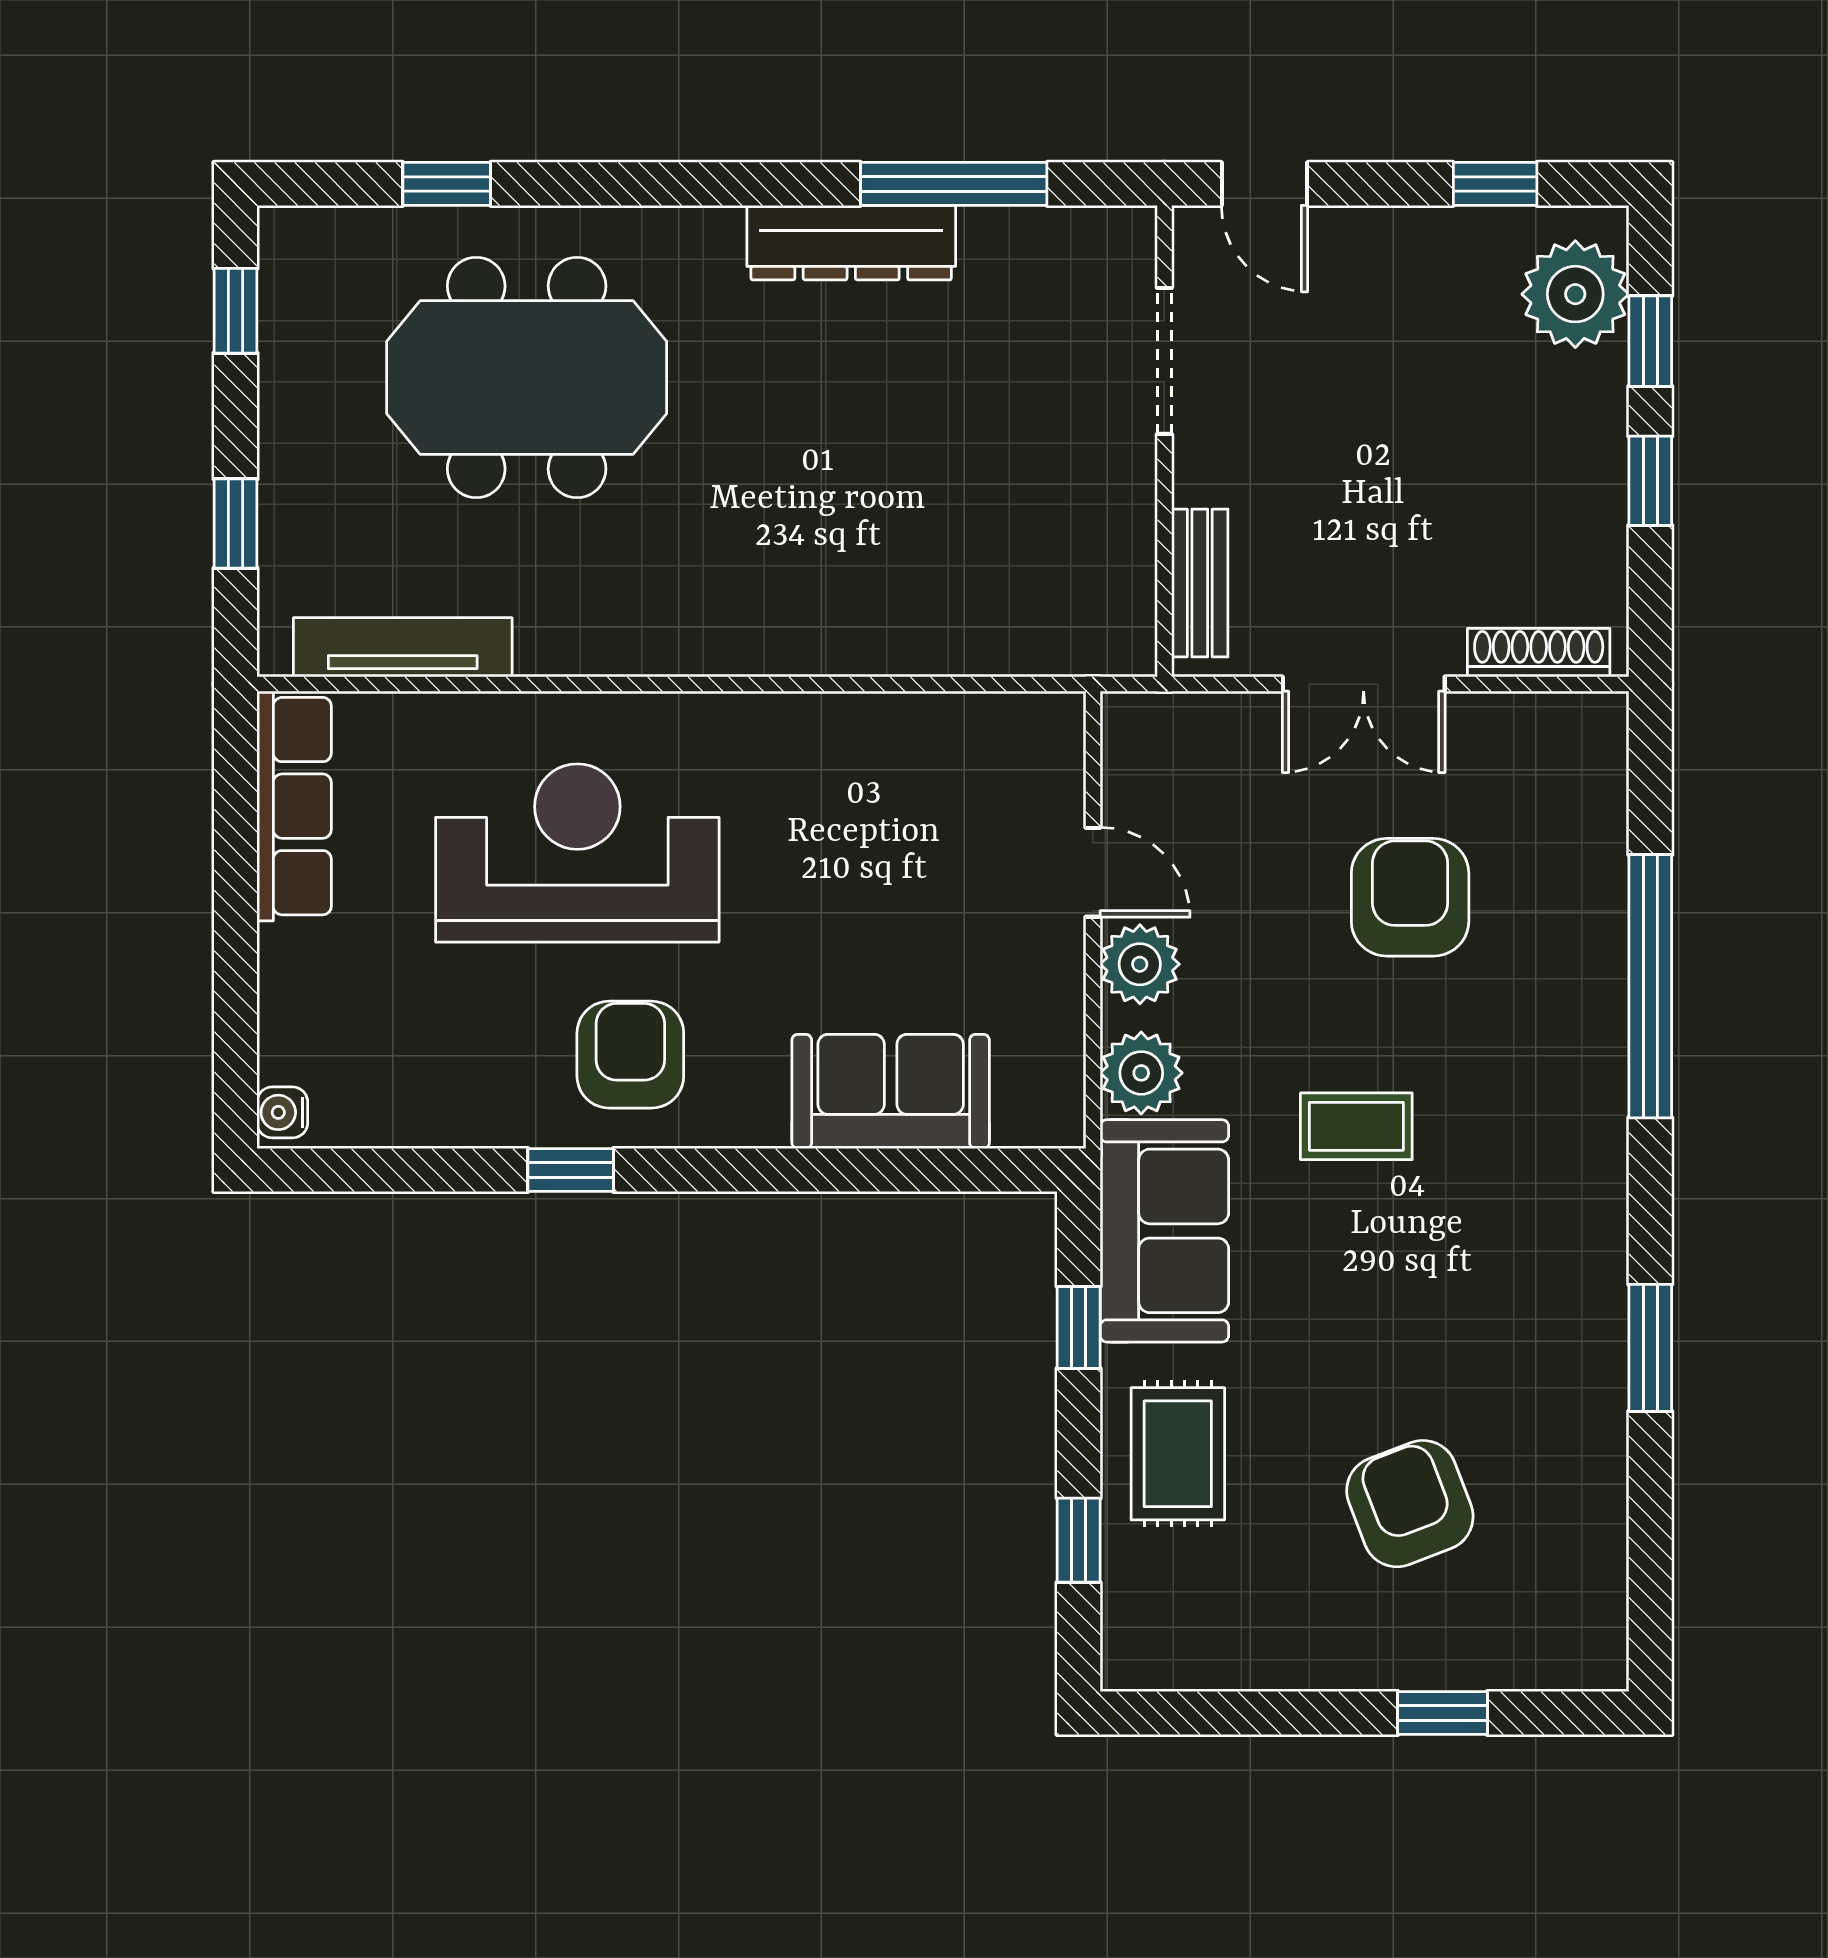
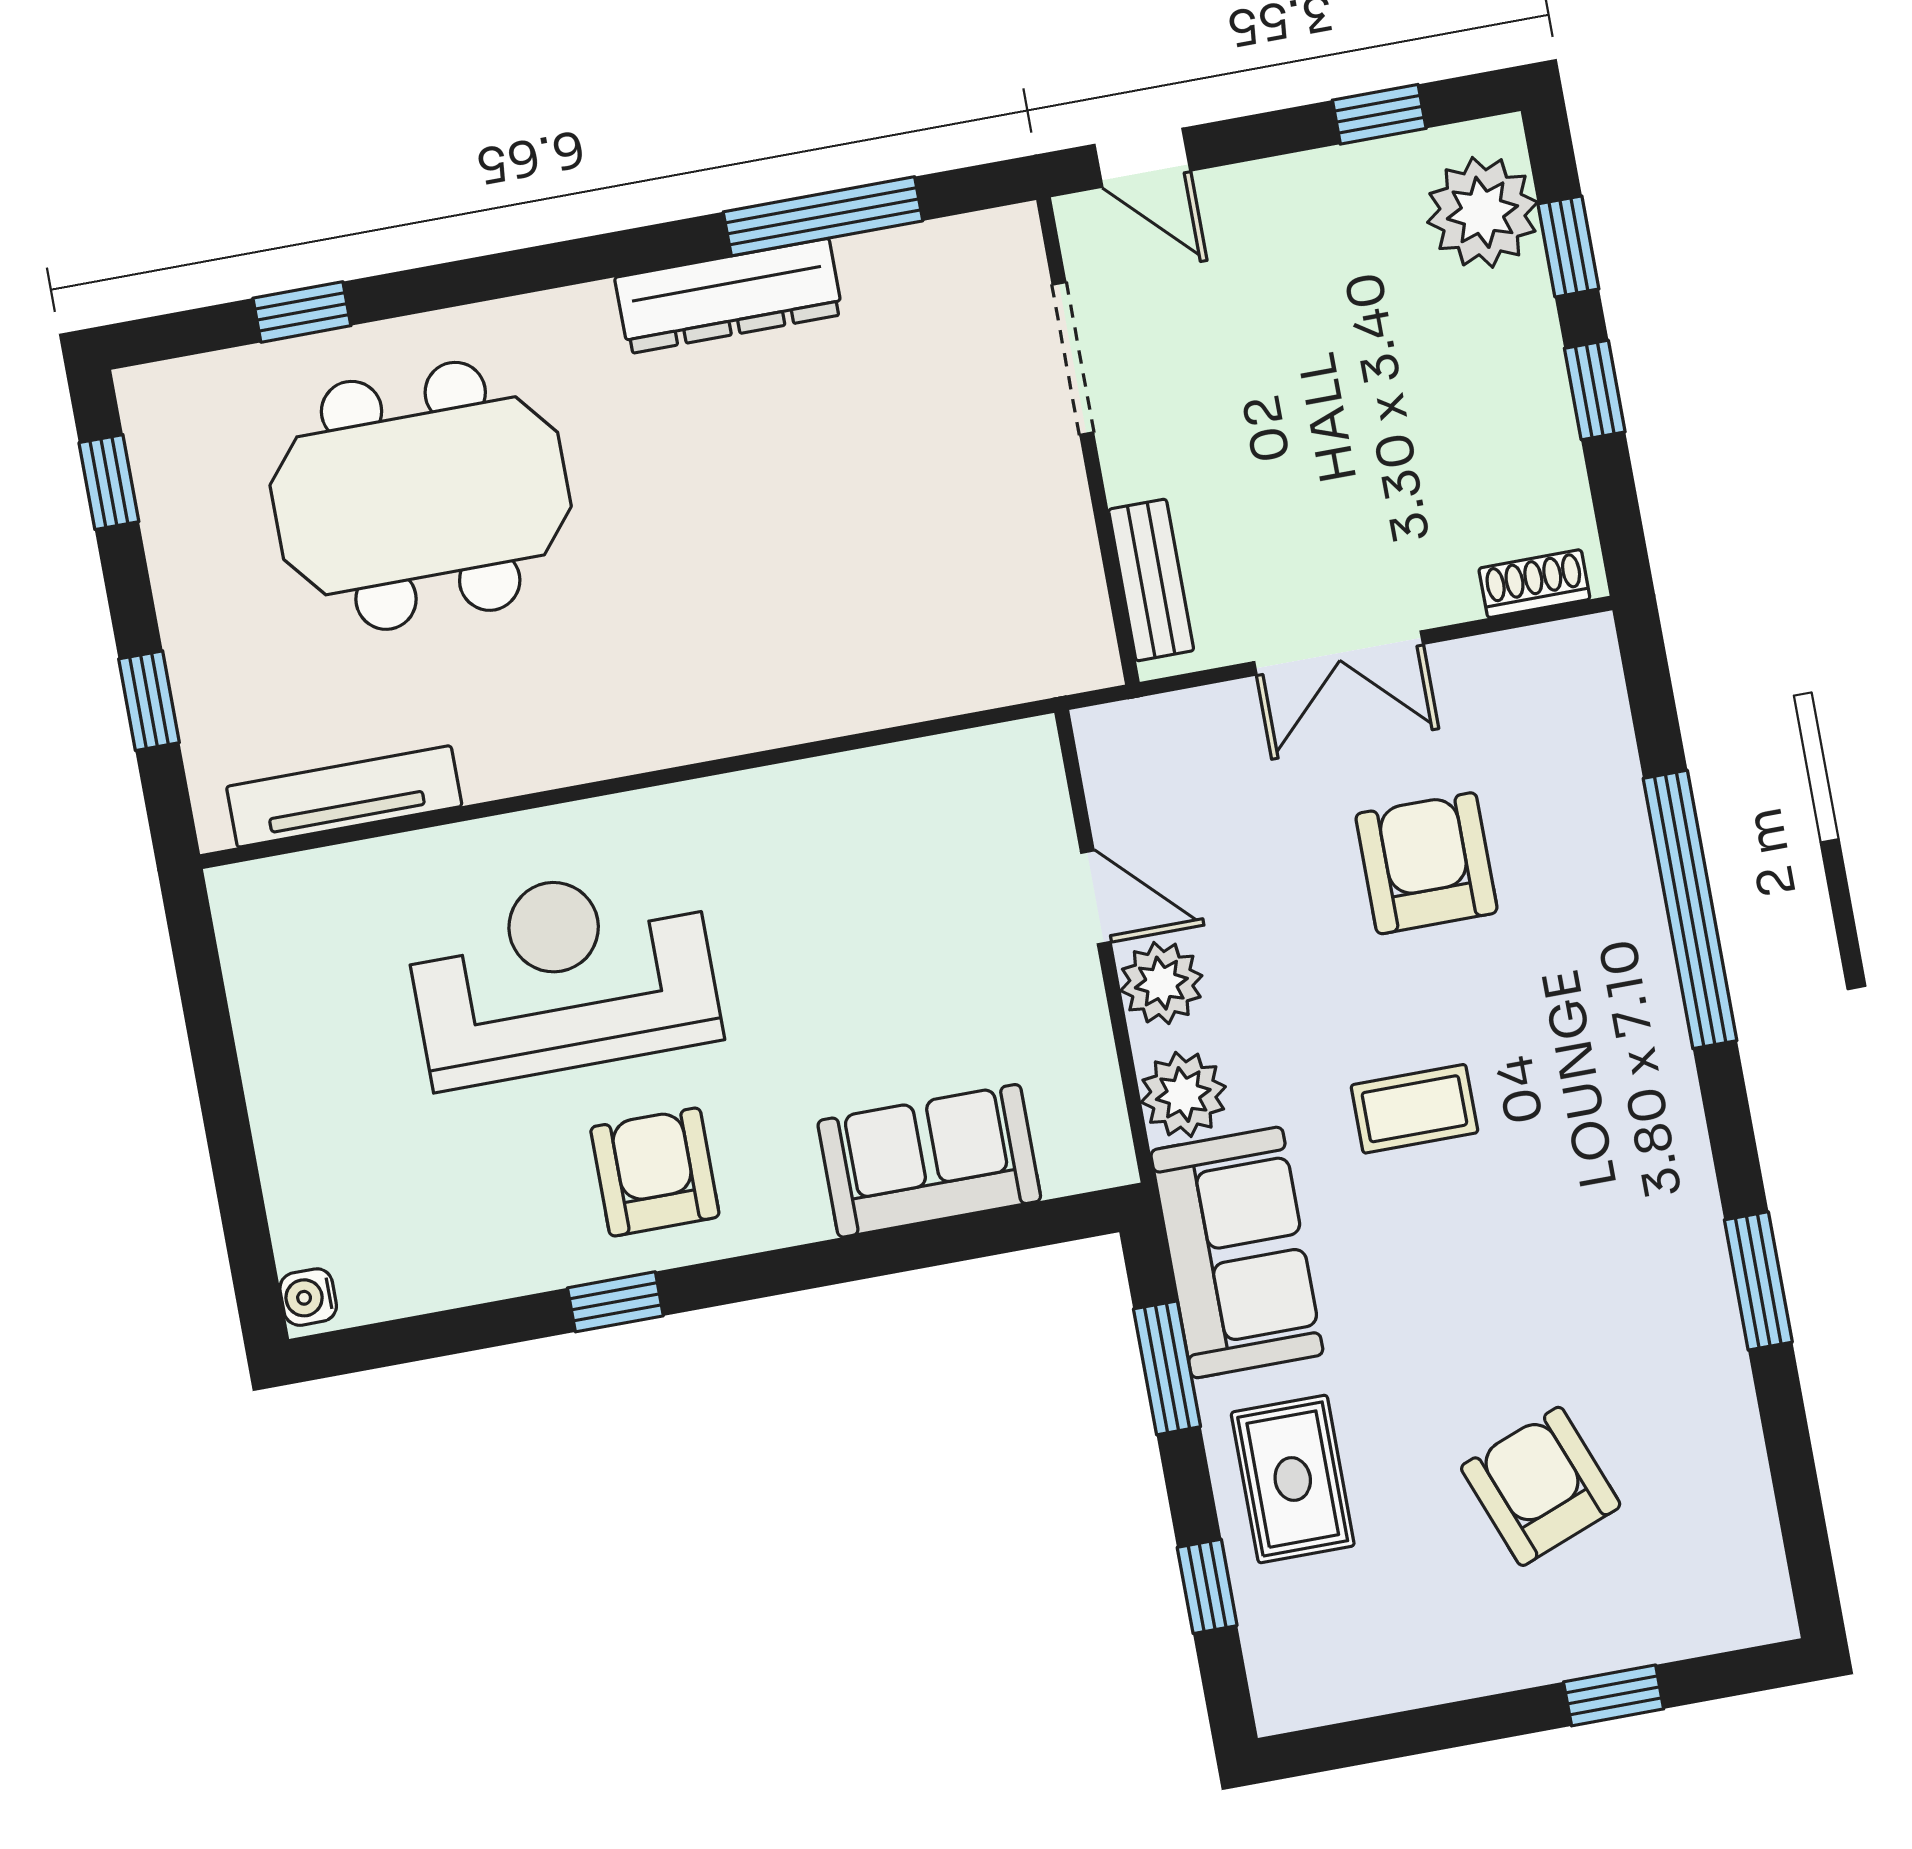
shoe rack: (1539, 653) -> (1534, 584), width x0.70
row of seats: (294, 806) -> (263, 980), removed
window: (1079, 1327) -> (1167, 1368), width x1.50

